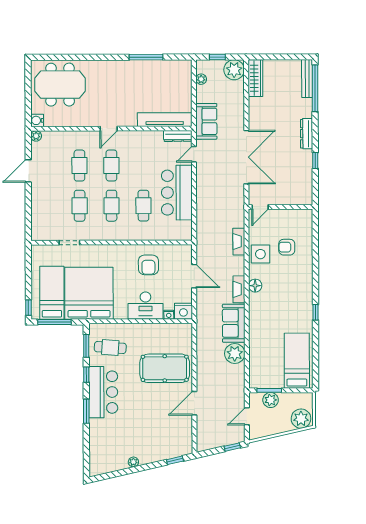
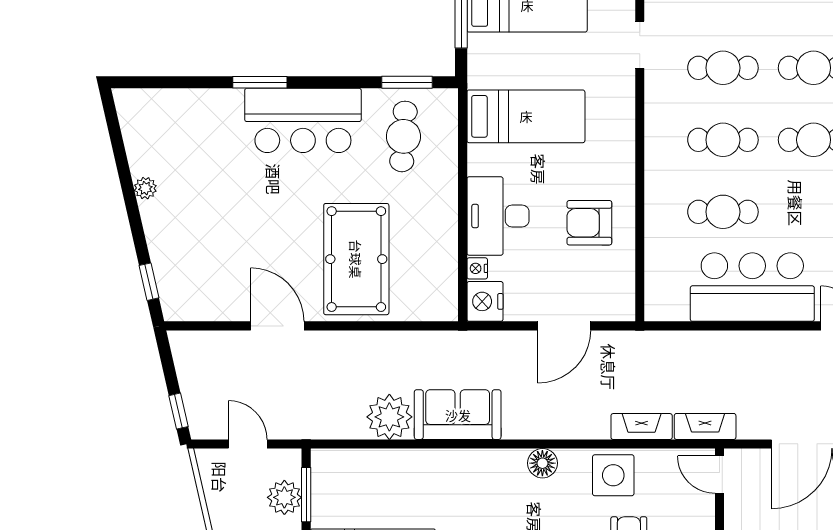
fireplace: (239, 289) -> (705, 426), moved
bed: (89, 293) -> (526, 116), width x0.49
window: (86, 375) -> (342, 82), removed

